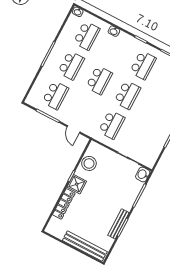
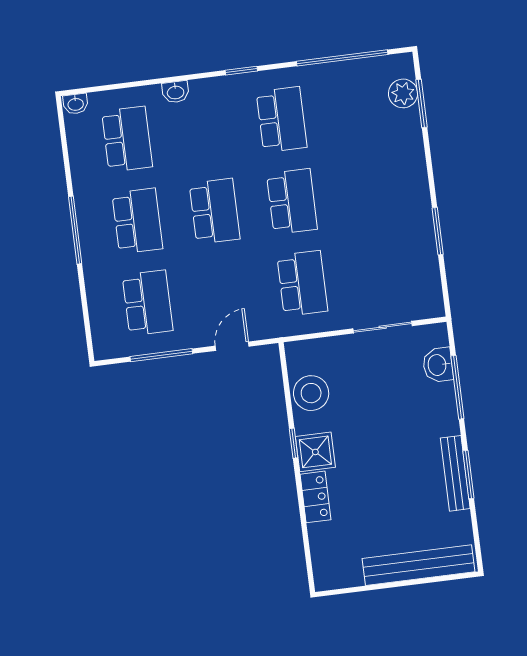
door: (74, 129) -> (232, 346), swing flipped
washbasin: (143, 175) -> (438, 365), moved
locker: (64, 204) -> (316, 497), width x0.66

